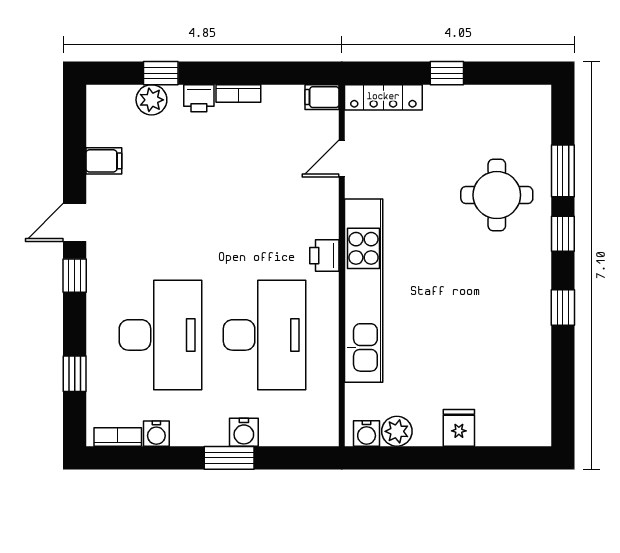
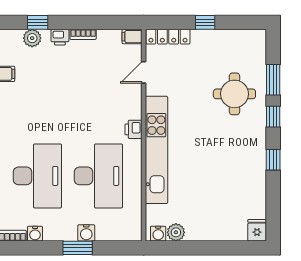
fridge: (459, 428) -> (257, 230), moved

